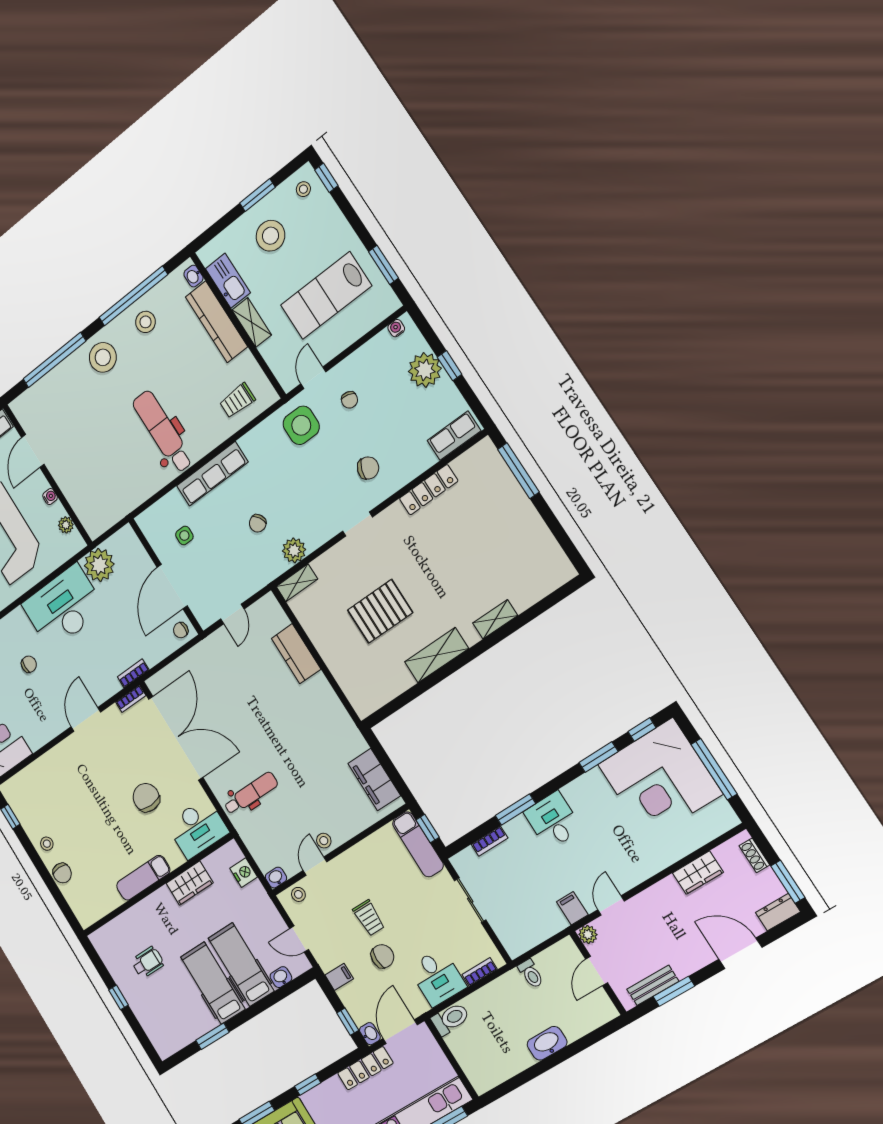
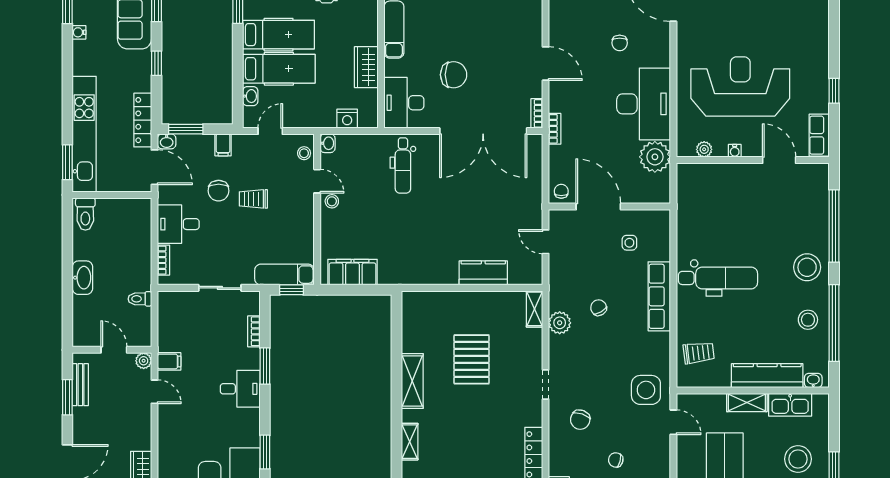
chair: (349, 400) -> (616, 460), moved
trolley: (237, 401) -> (699, 353), turned 83
toilet: (450, 1019) -> (85, 214), moved
window: (348, 1022) -> (186, 129), width x1.50

